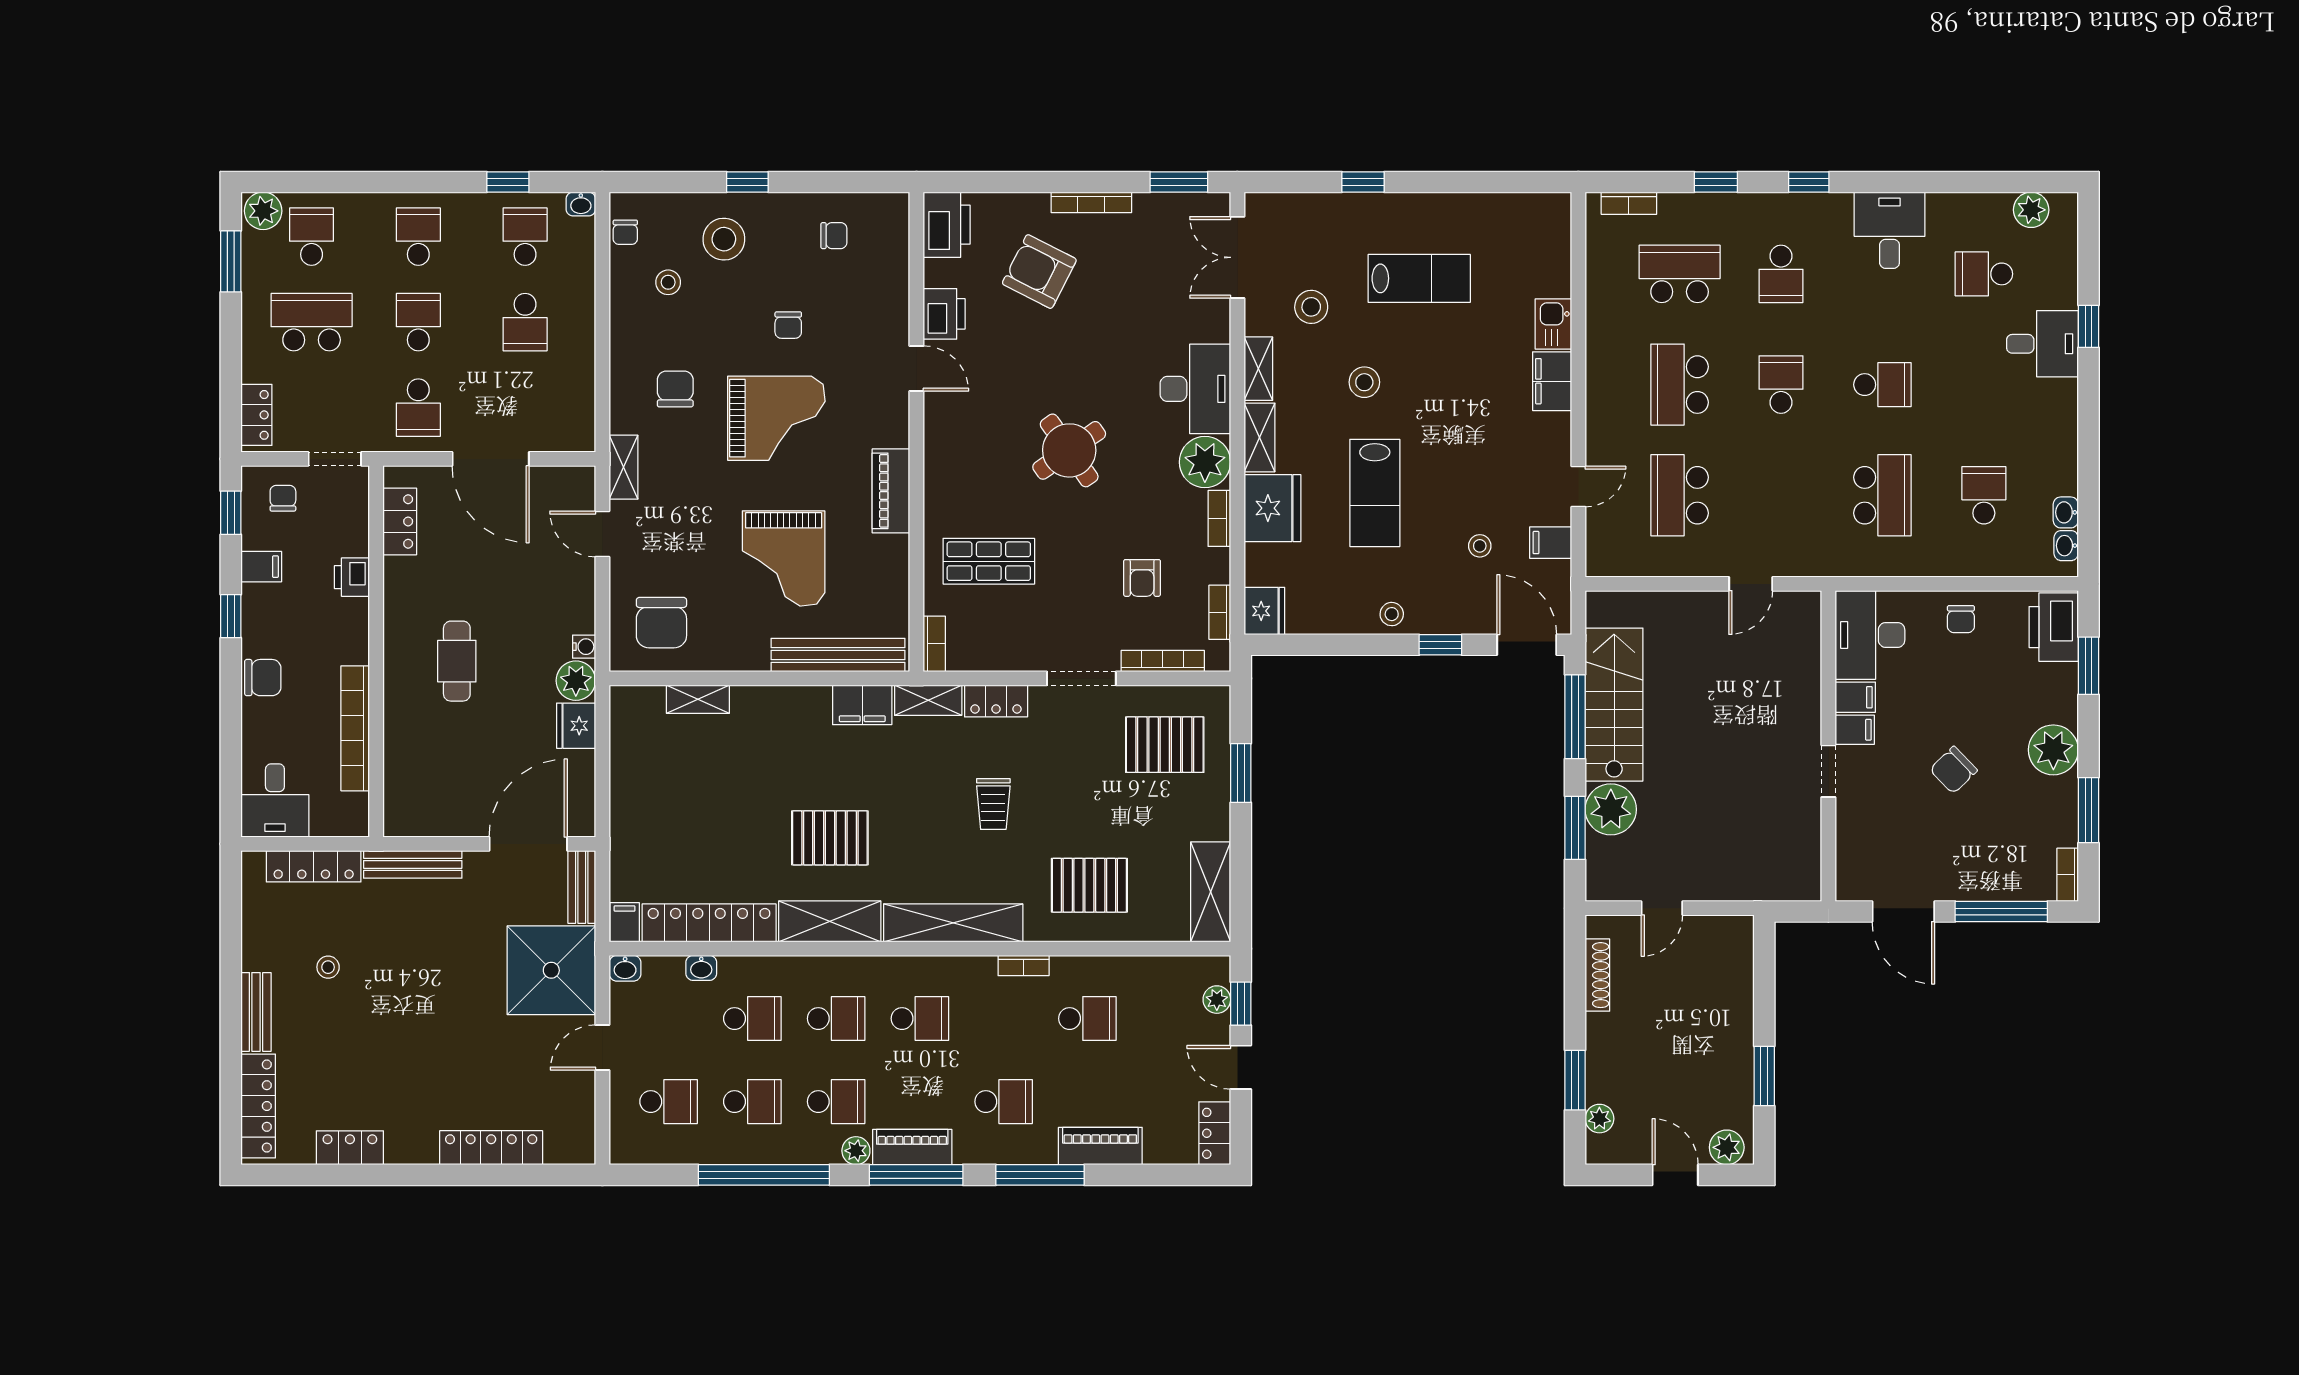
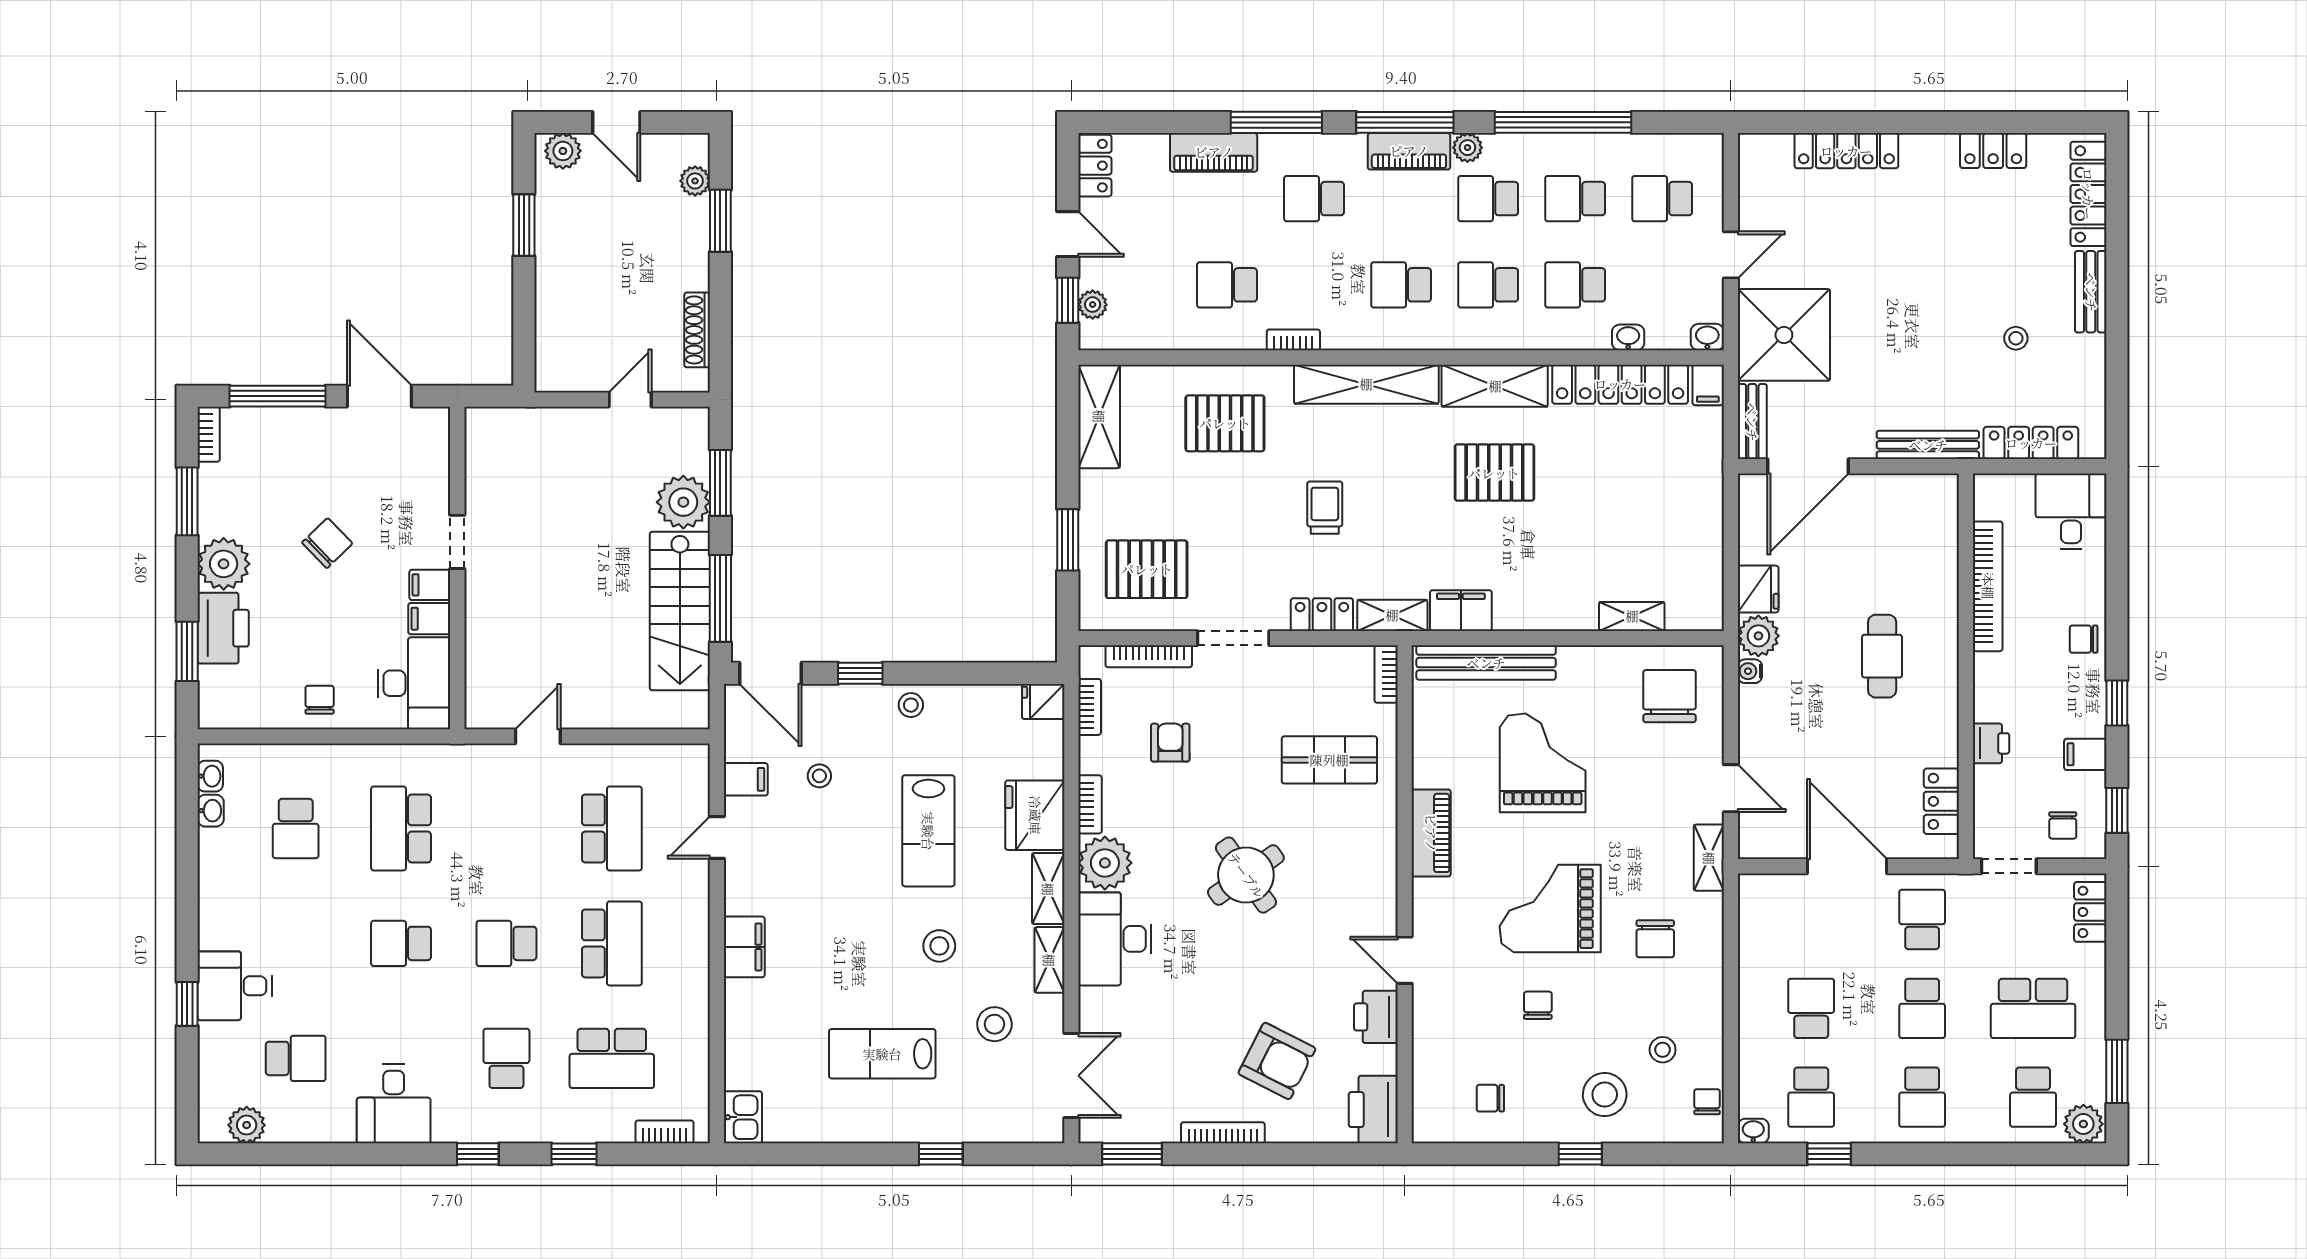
kitchen sink: (1553, 324) -> (743, 1117), moved
school desk: (1781, 385) -> (506, 943), turned 90
lab bench: (1375, 493) -> (928, 831), turned 180
fridge: (1264, 611) -> (1043, 701), width x0.72
printer: (2054, 627) -> (223, 628), moved
chair: (263, 678) -> (2084, 639), width x0.73, depth x0.73

